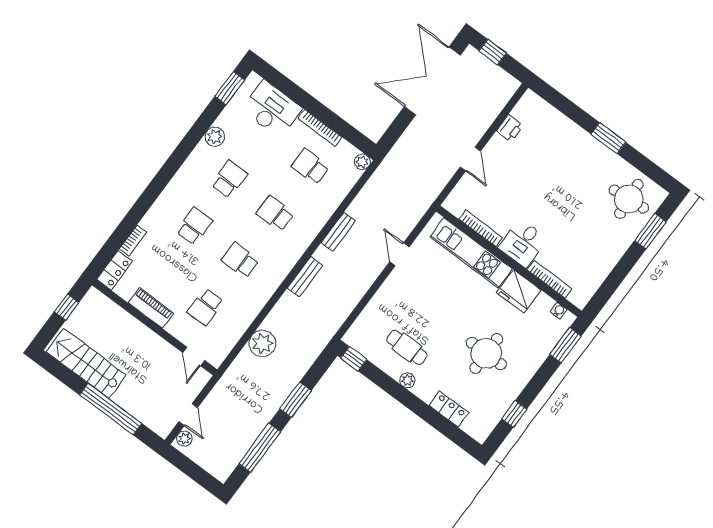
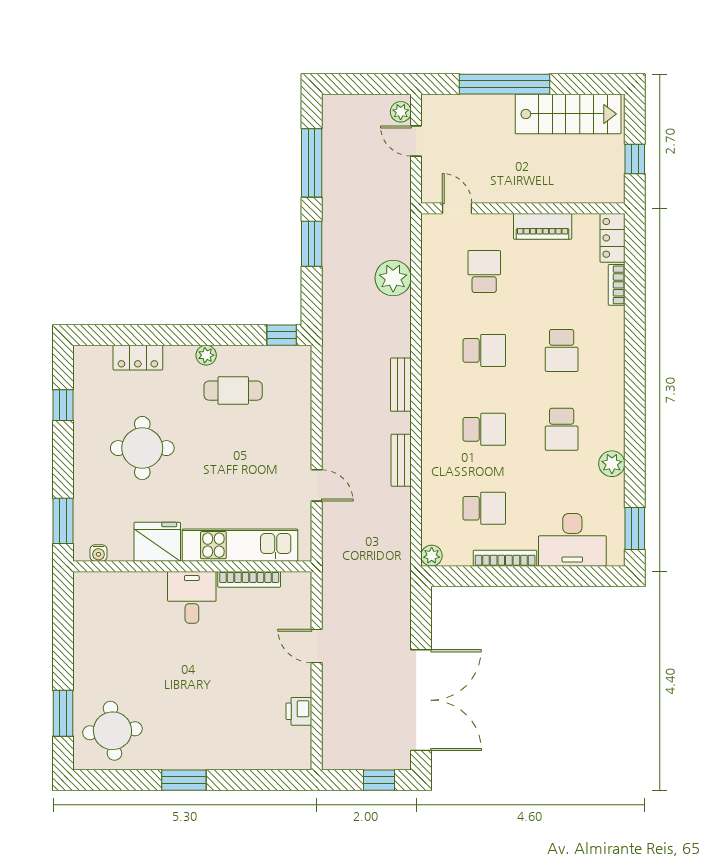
bookcase: (549, 279) -> (134, 580), removed

